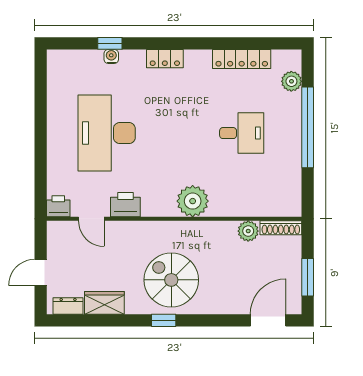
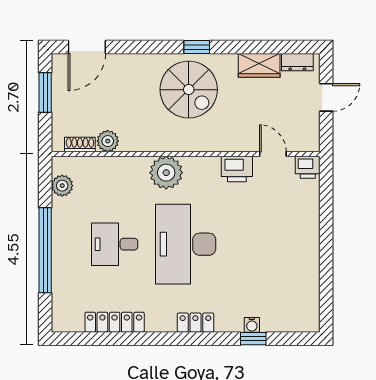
plant: (291, 81) -> (62, 186), moved
desk: (107, 133) -> (186, 244), moved, turned 180
shoe rack: (281, 228) -> (80, 144), width x0.70

